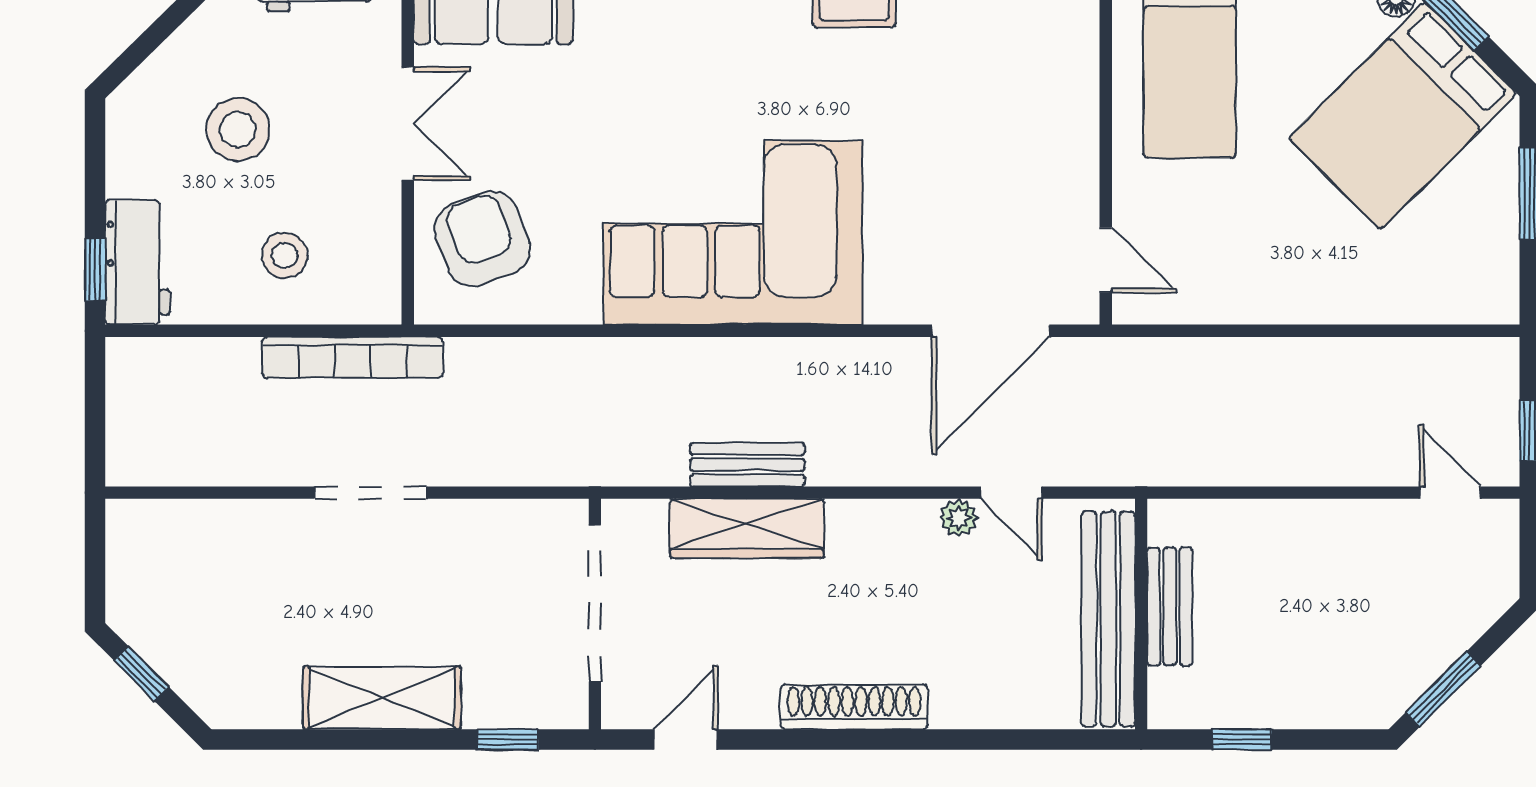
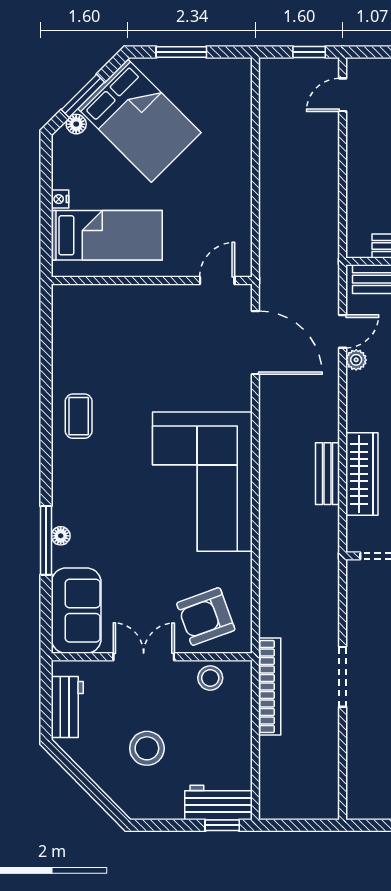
stool: (285, 255) -> (210, 678), moved

